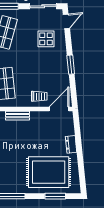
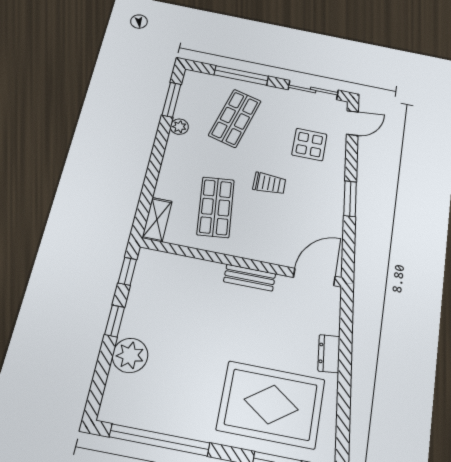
trolley: (39, 96) -> (269, 184), moved
bench: (17, 116) -> (250, 278), moved

